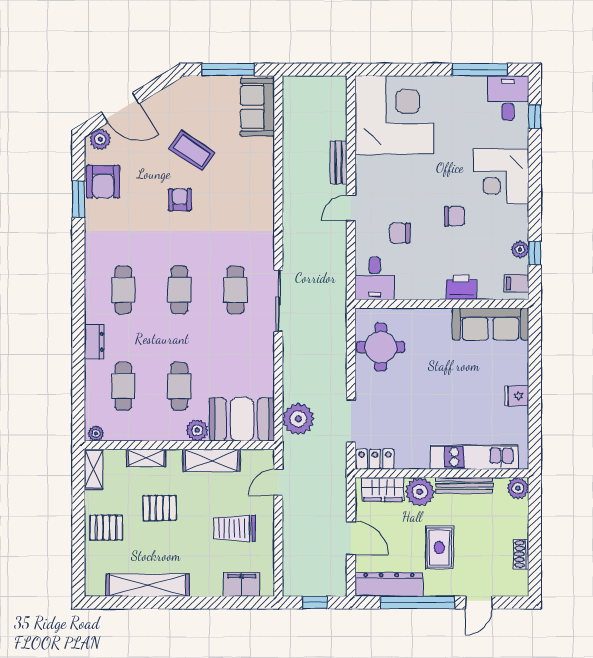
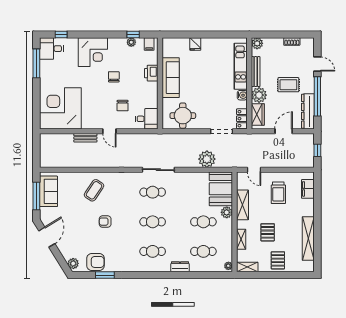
sofa: (257, 107) -> (49, 191), moved, turned -90
door: (120, 108) -> (47, 237), moved
coffee table: (192, 151) -> (94, 190), moved
sofa: (490, 324) -> (171, 78), moved
fridge: (517, 396) -> (195, 44), moved
plant: (298, 419) -> (207, 159), moved
water cooler: (420, 460) -> (242, 95), added

